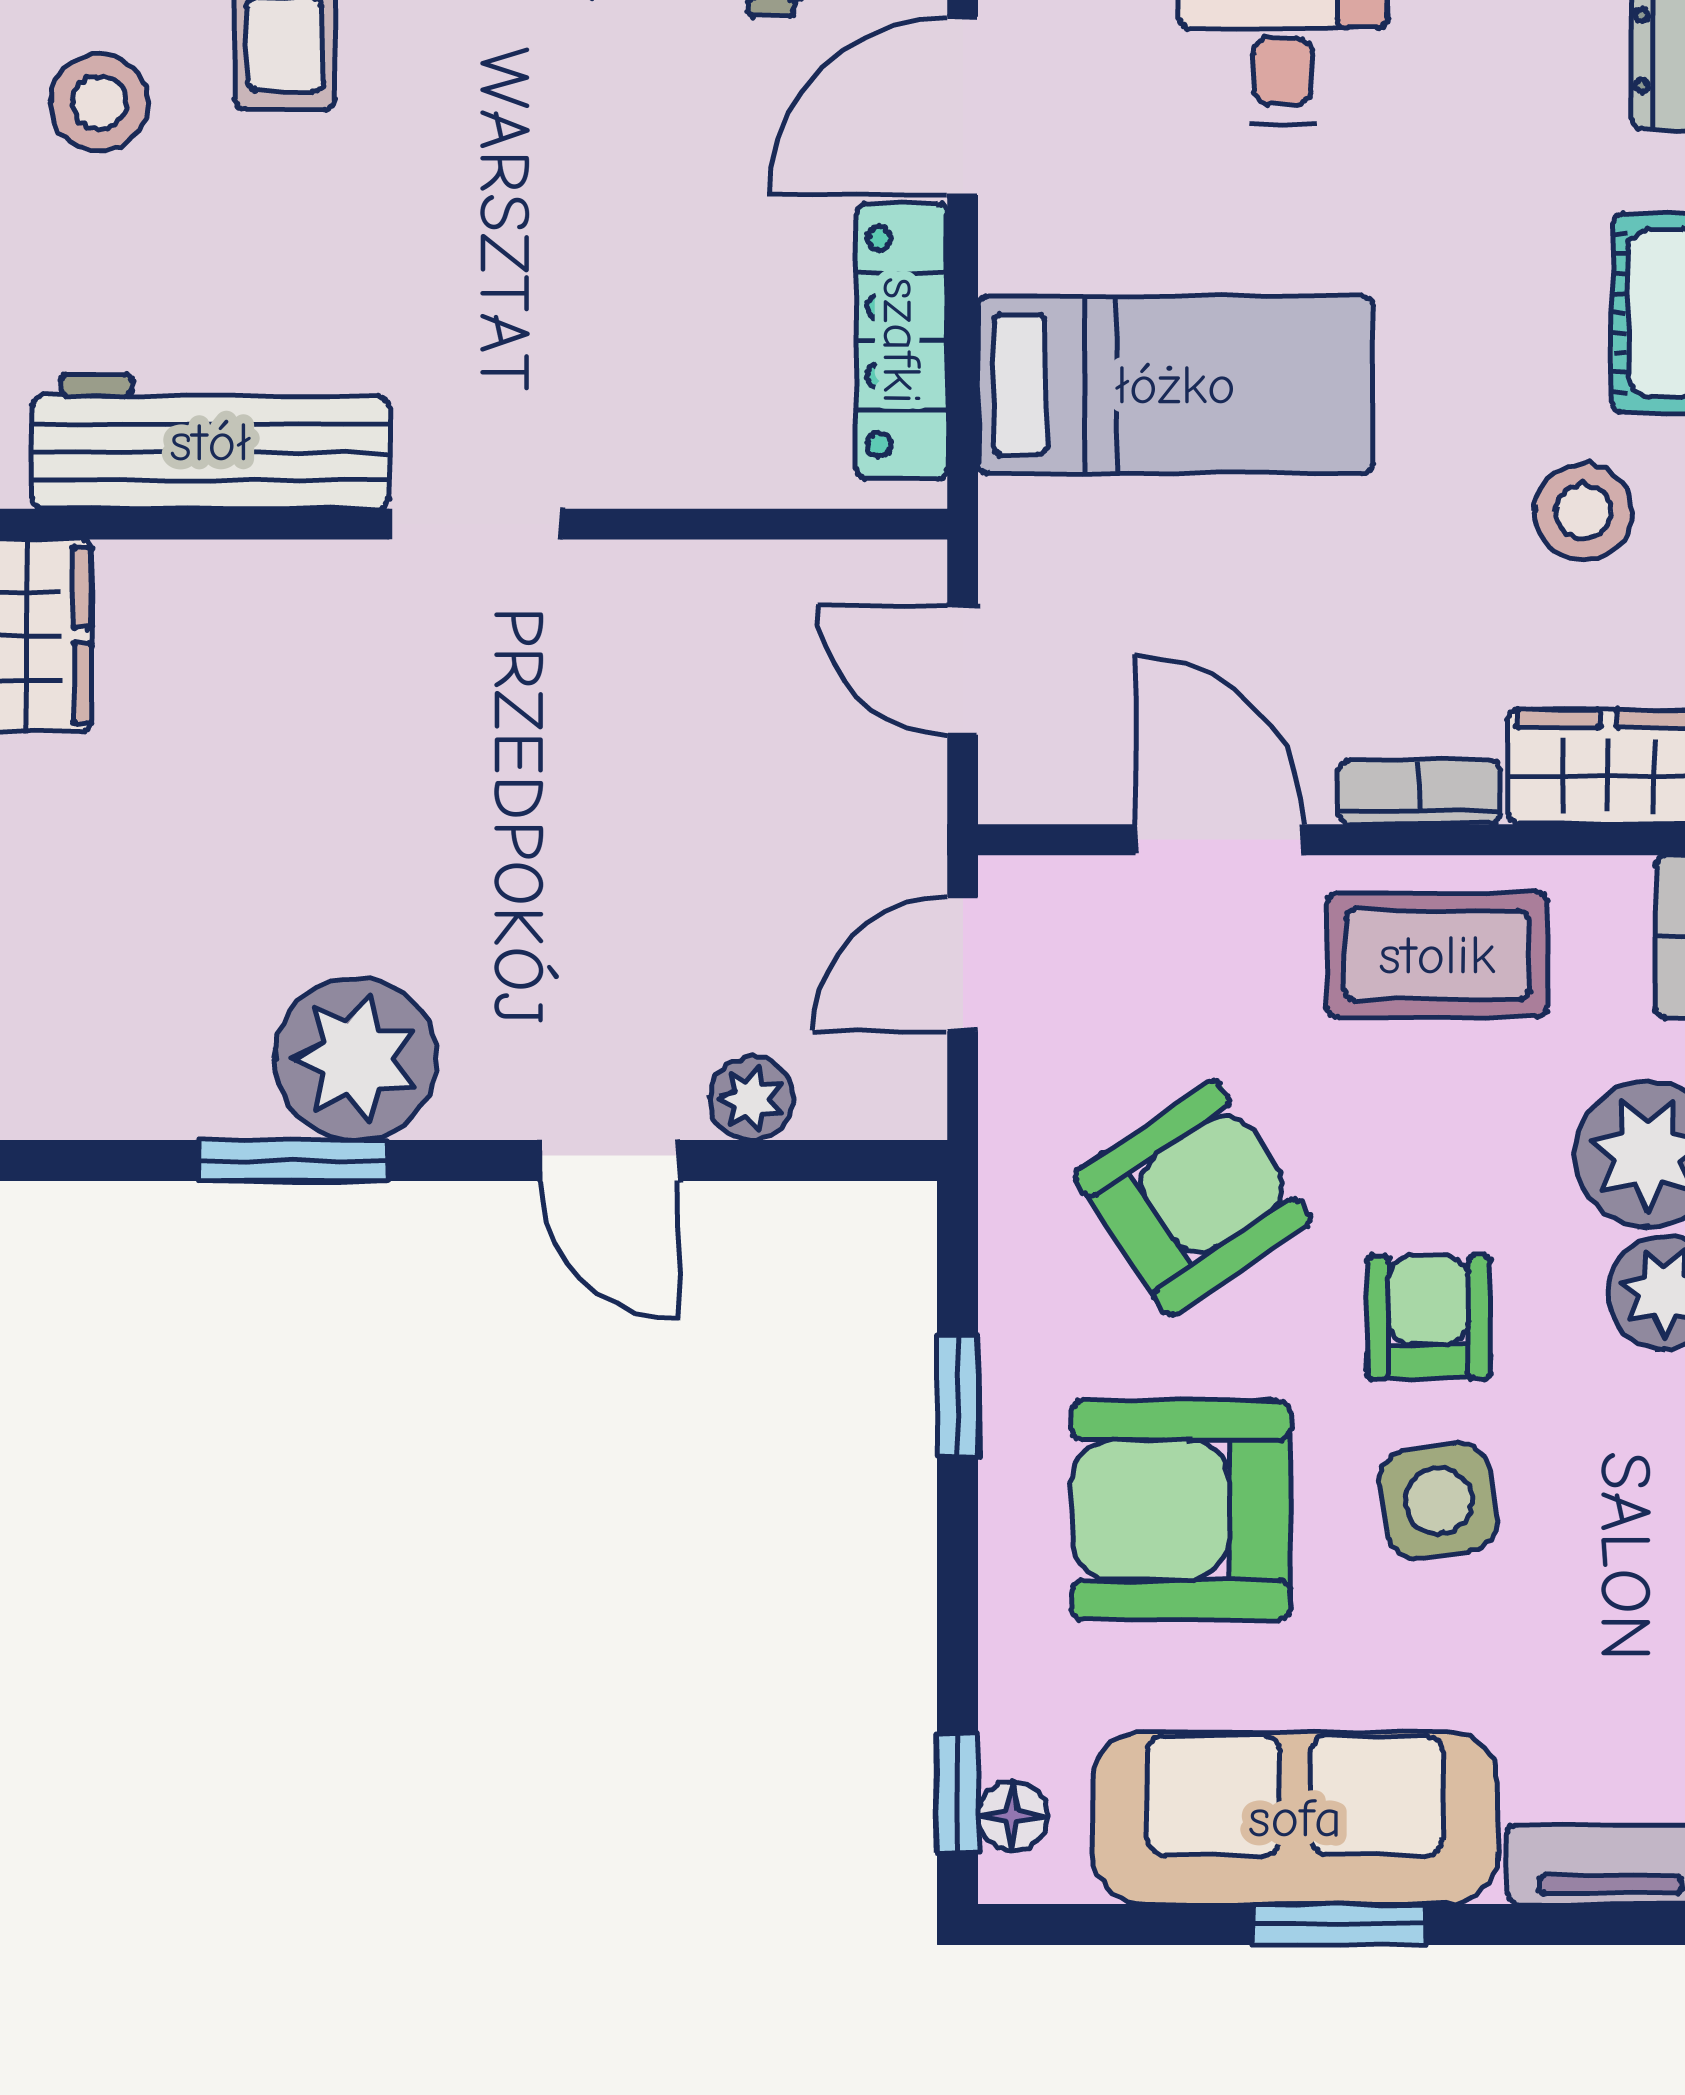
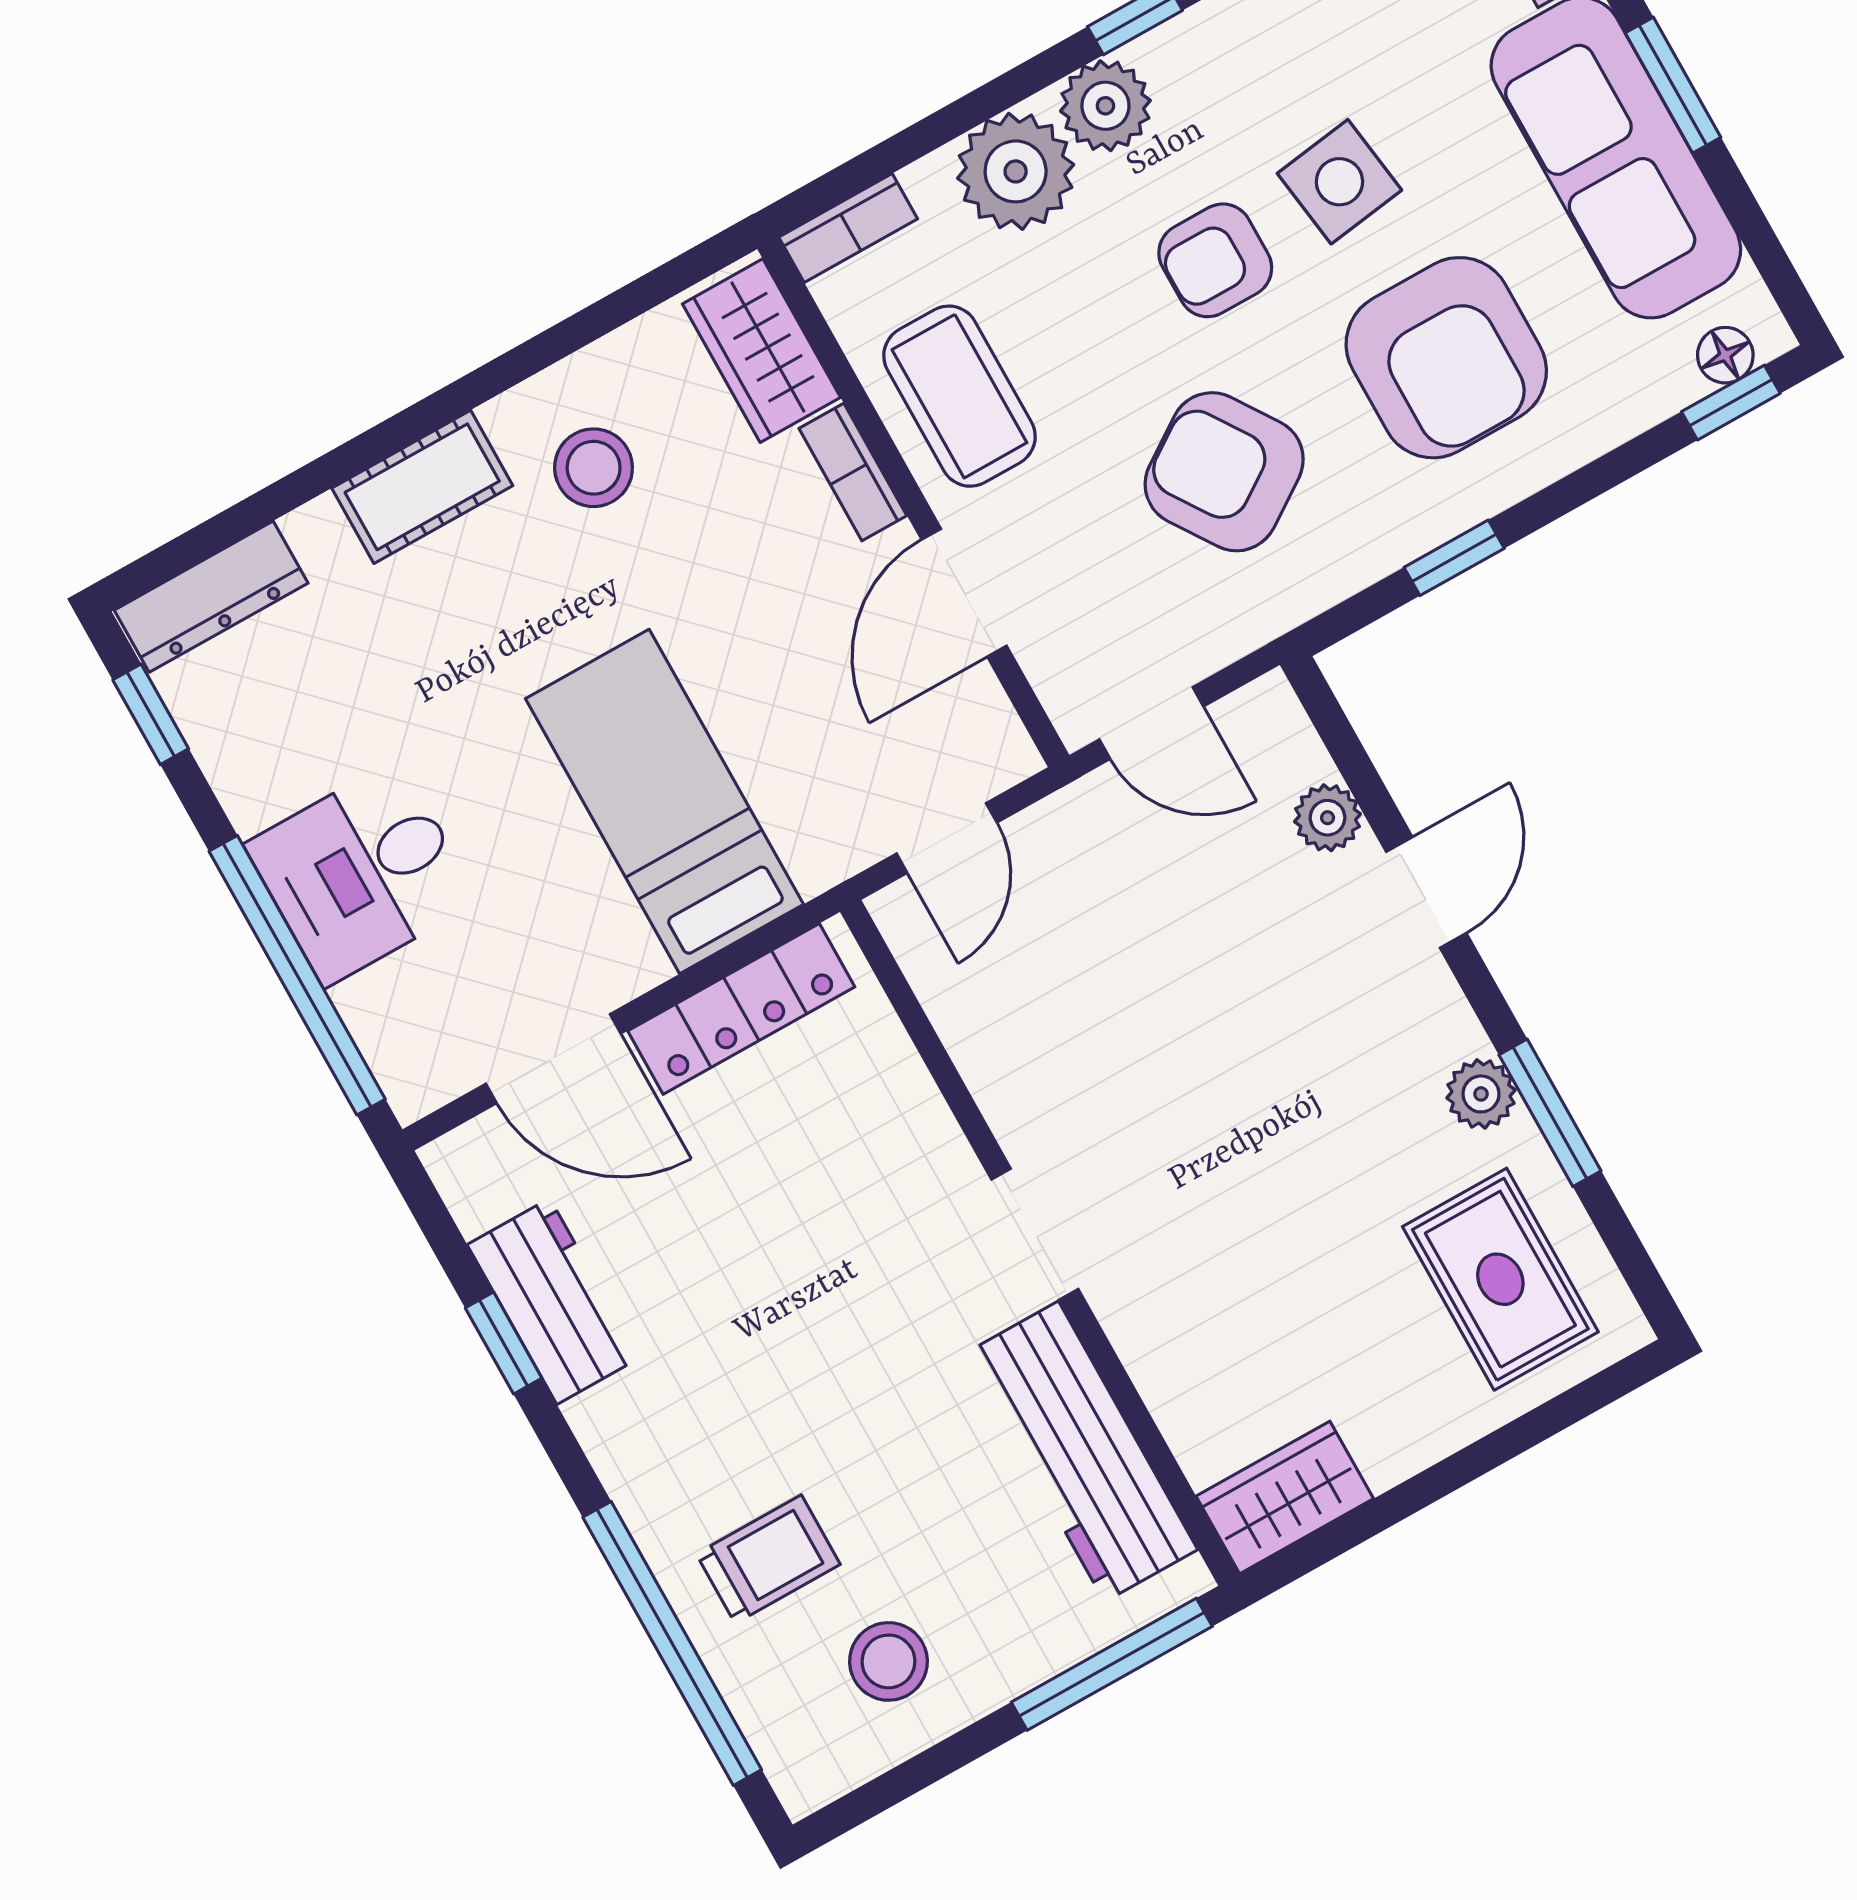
rug: (142, 1005) -> (1500, 1279), added
plant: (356, 1059) -> (1481, 1094), width x0.53, depth x0.53

